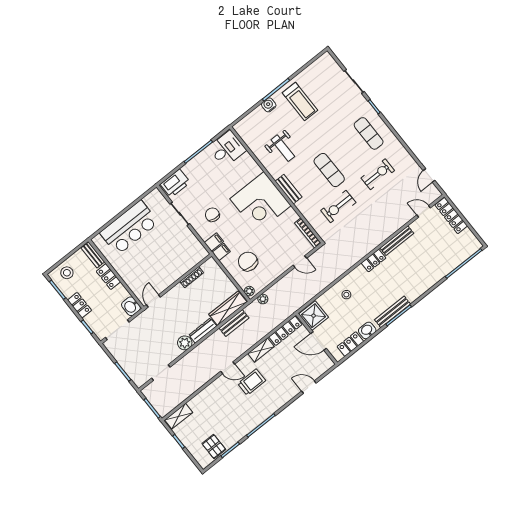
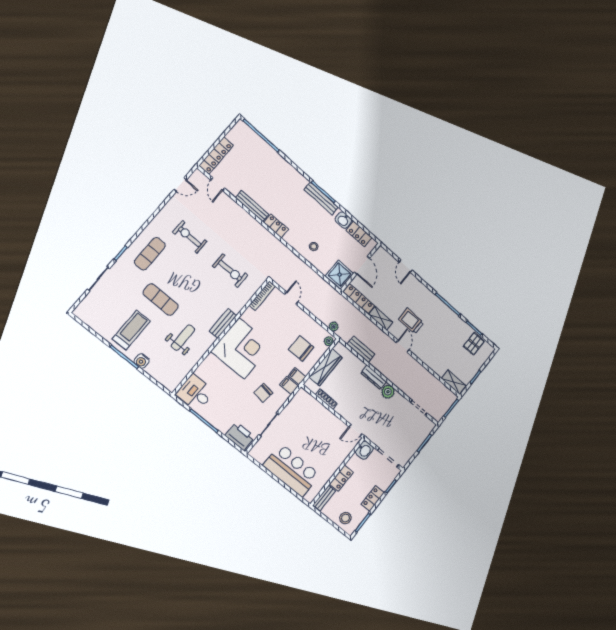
exercise mat: (329, 170) -> (161, 300), moved, turned 90
chair: (248, 261) -> (301, 348), turned 90
wardrobe: (228, 308) -> (326, 367), moved, turned -90

